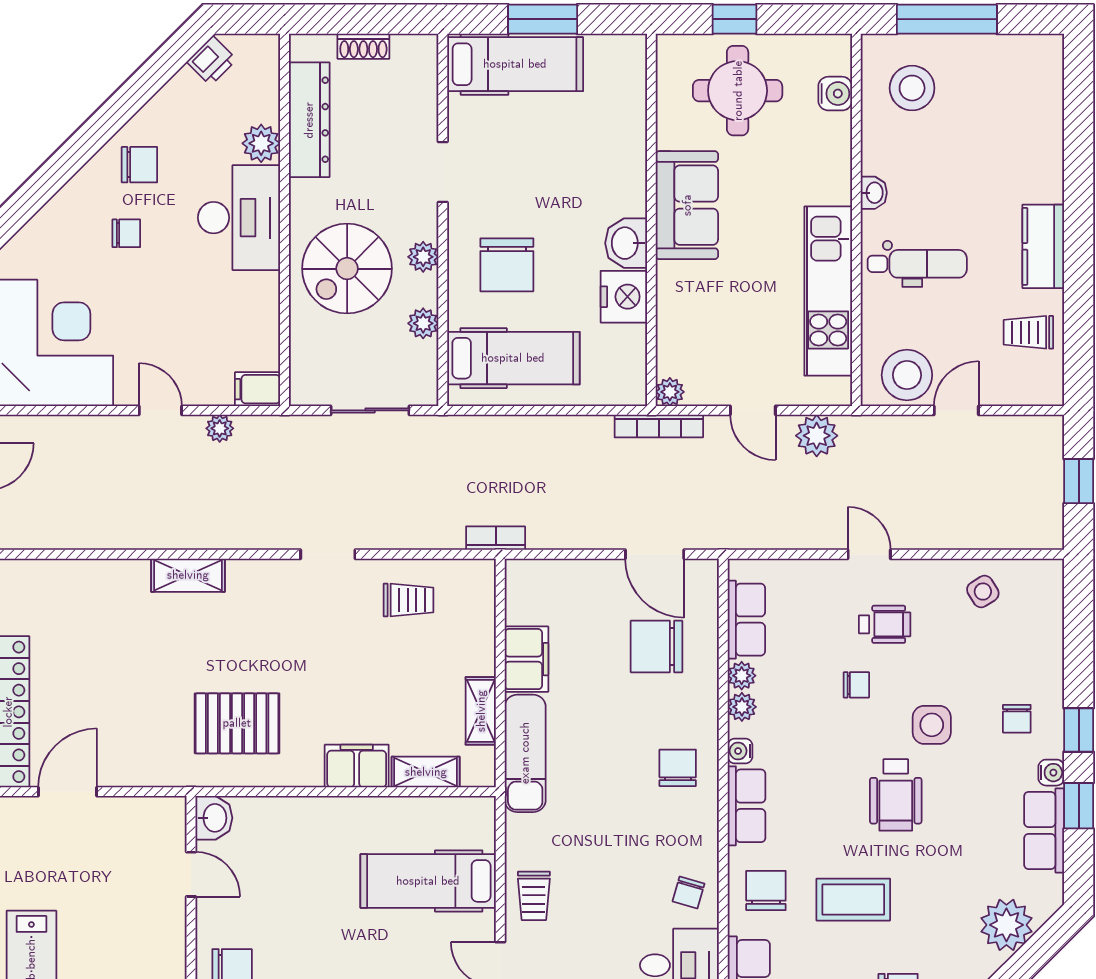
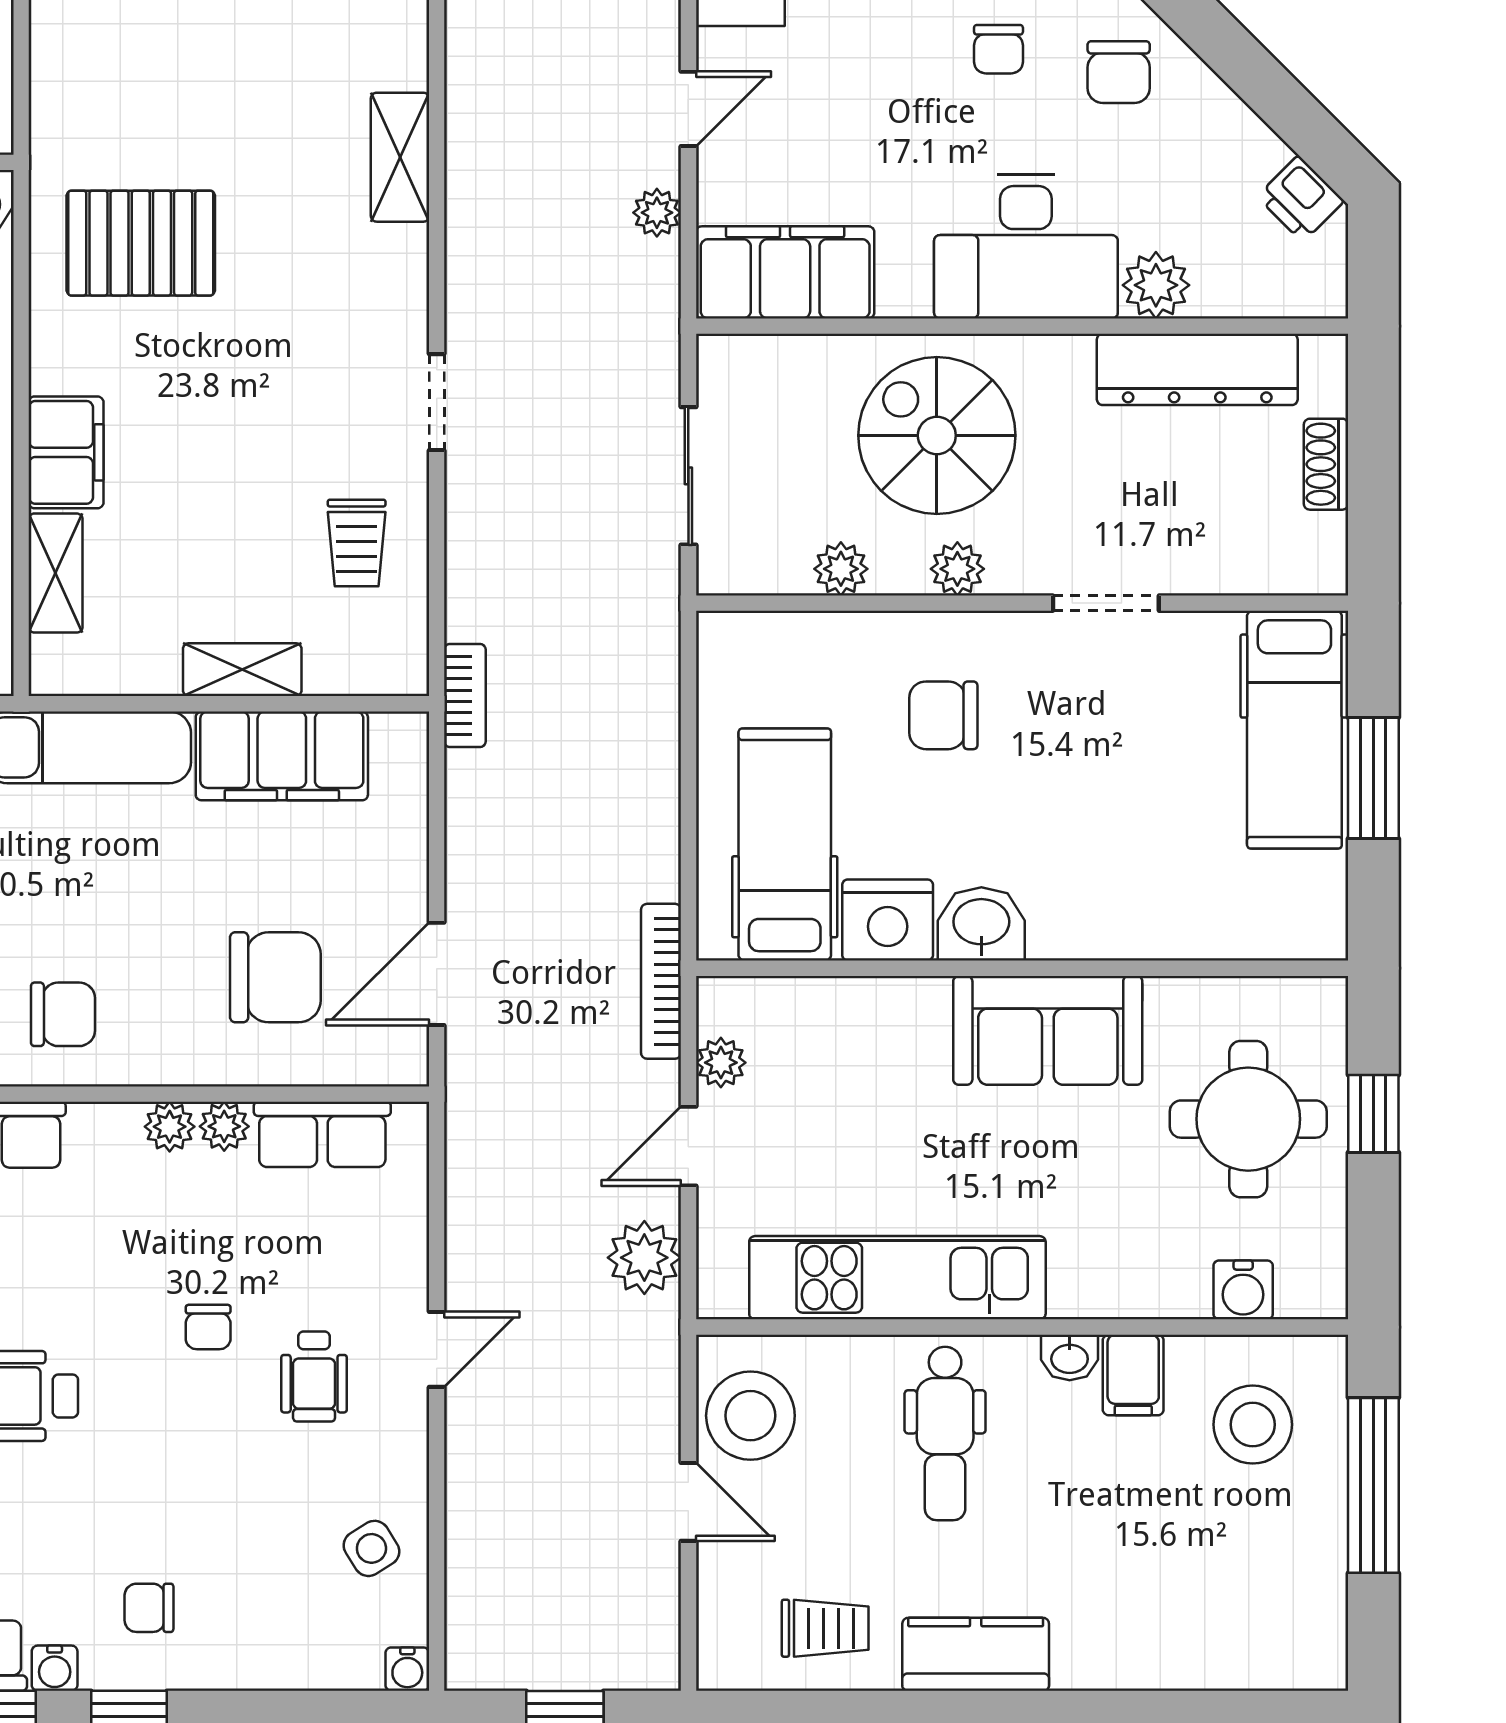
filing cabinet: (884, 156) -> (1133, 1375), added
chair: (507, 265) -> (943, 715), width x0.73, depth x0.73
trolley: (1028, 332) -> (825, 1628), turned 90
hospital bed: (513, 358) -> (785, 845), moved, turned 180
filing cabinet: (258, 389) -> (785, 272), width x3.00, depth x1.17
plant: (670, 392) -> (721, 1063), moved
chair: (657, 646) -> (275, 977), turned 90
filing cabinet: (526, 659) -> (282, 756), width x1.50, depth x1.17
shelving: (481, 711) -> (242, 670), moved
pallet: (237, 723) -> (141, 243), turned 90
side table: (932, 725) -> (138, 1459), removed
water cooler: (740, 751) -> (407, 1669), moved, turned 180

